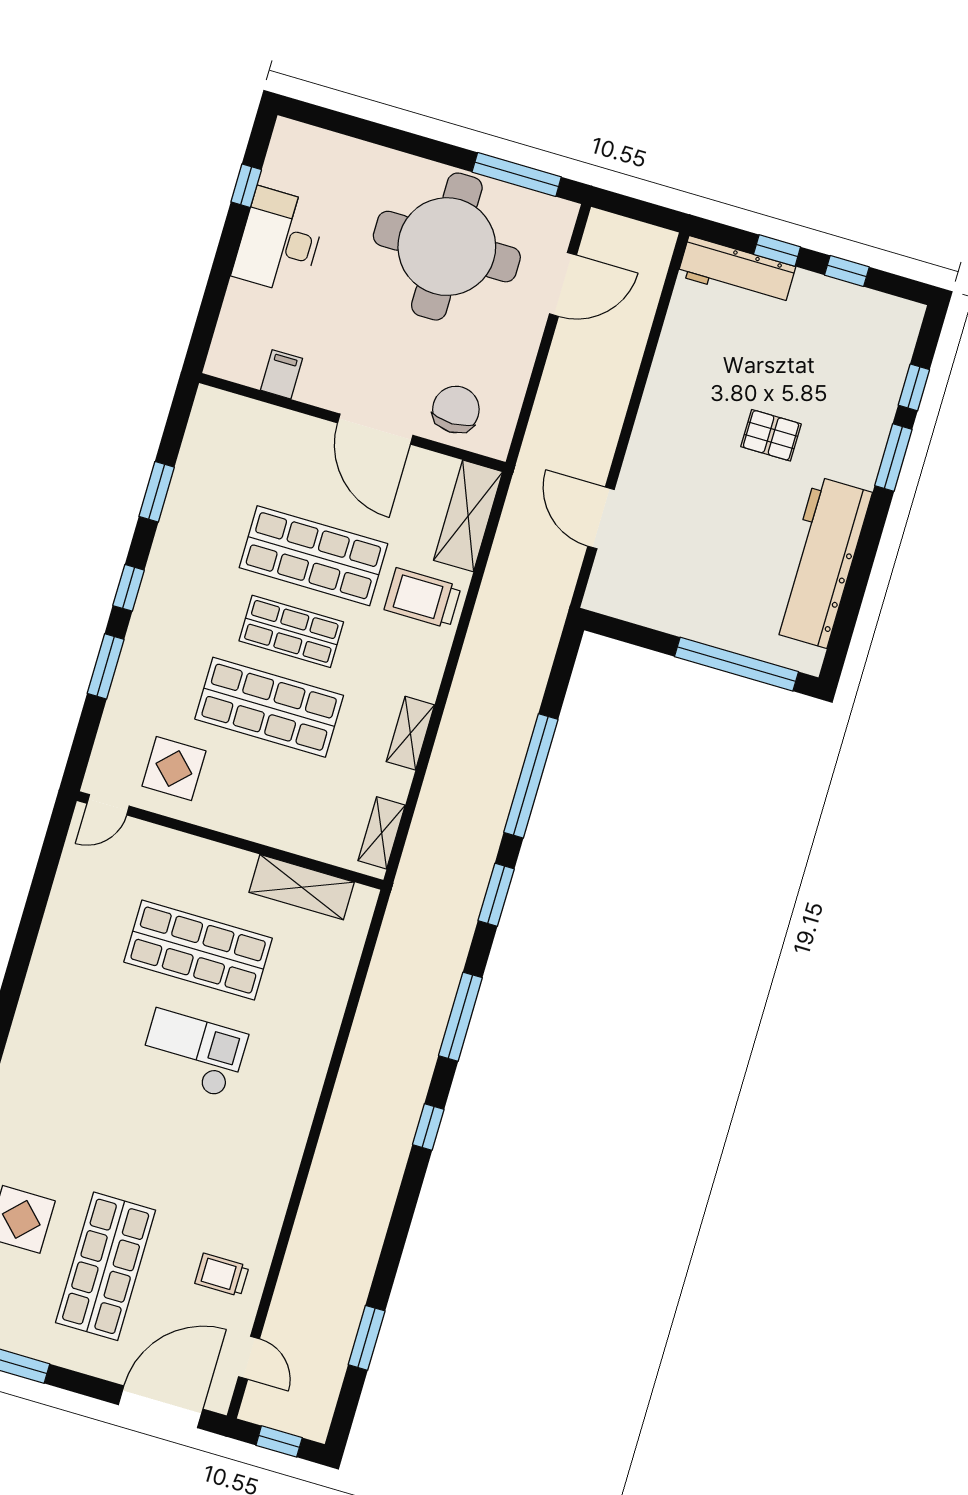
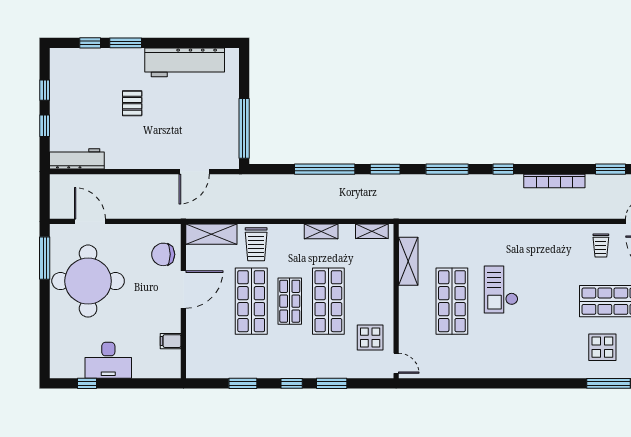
workbench: (737, 271) -> (77, 159), moved, turned -90
window: (736, 664) -> (244, 128), moved
bookcase: (375, 1220) -> (554, 181), added

